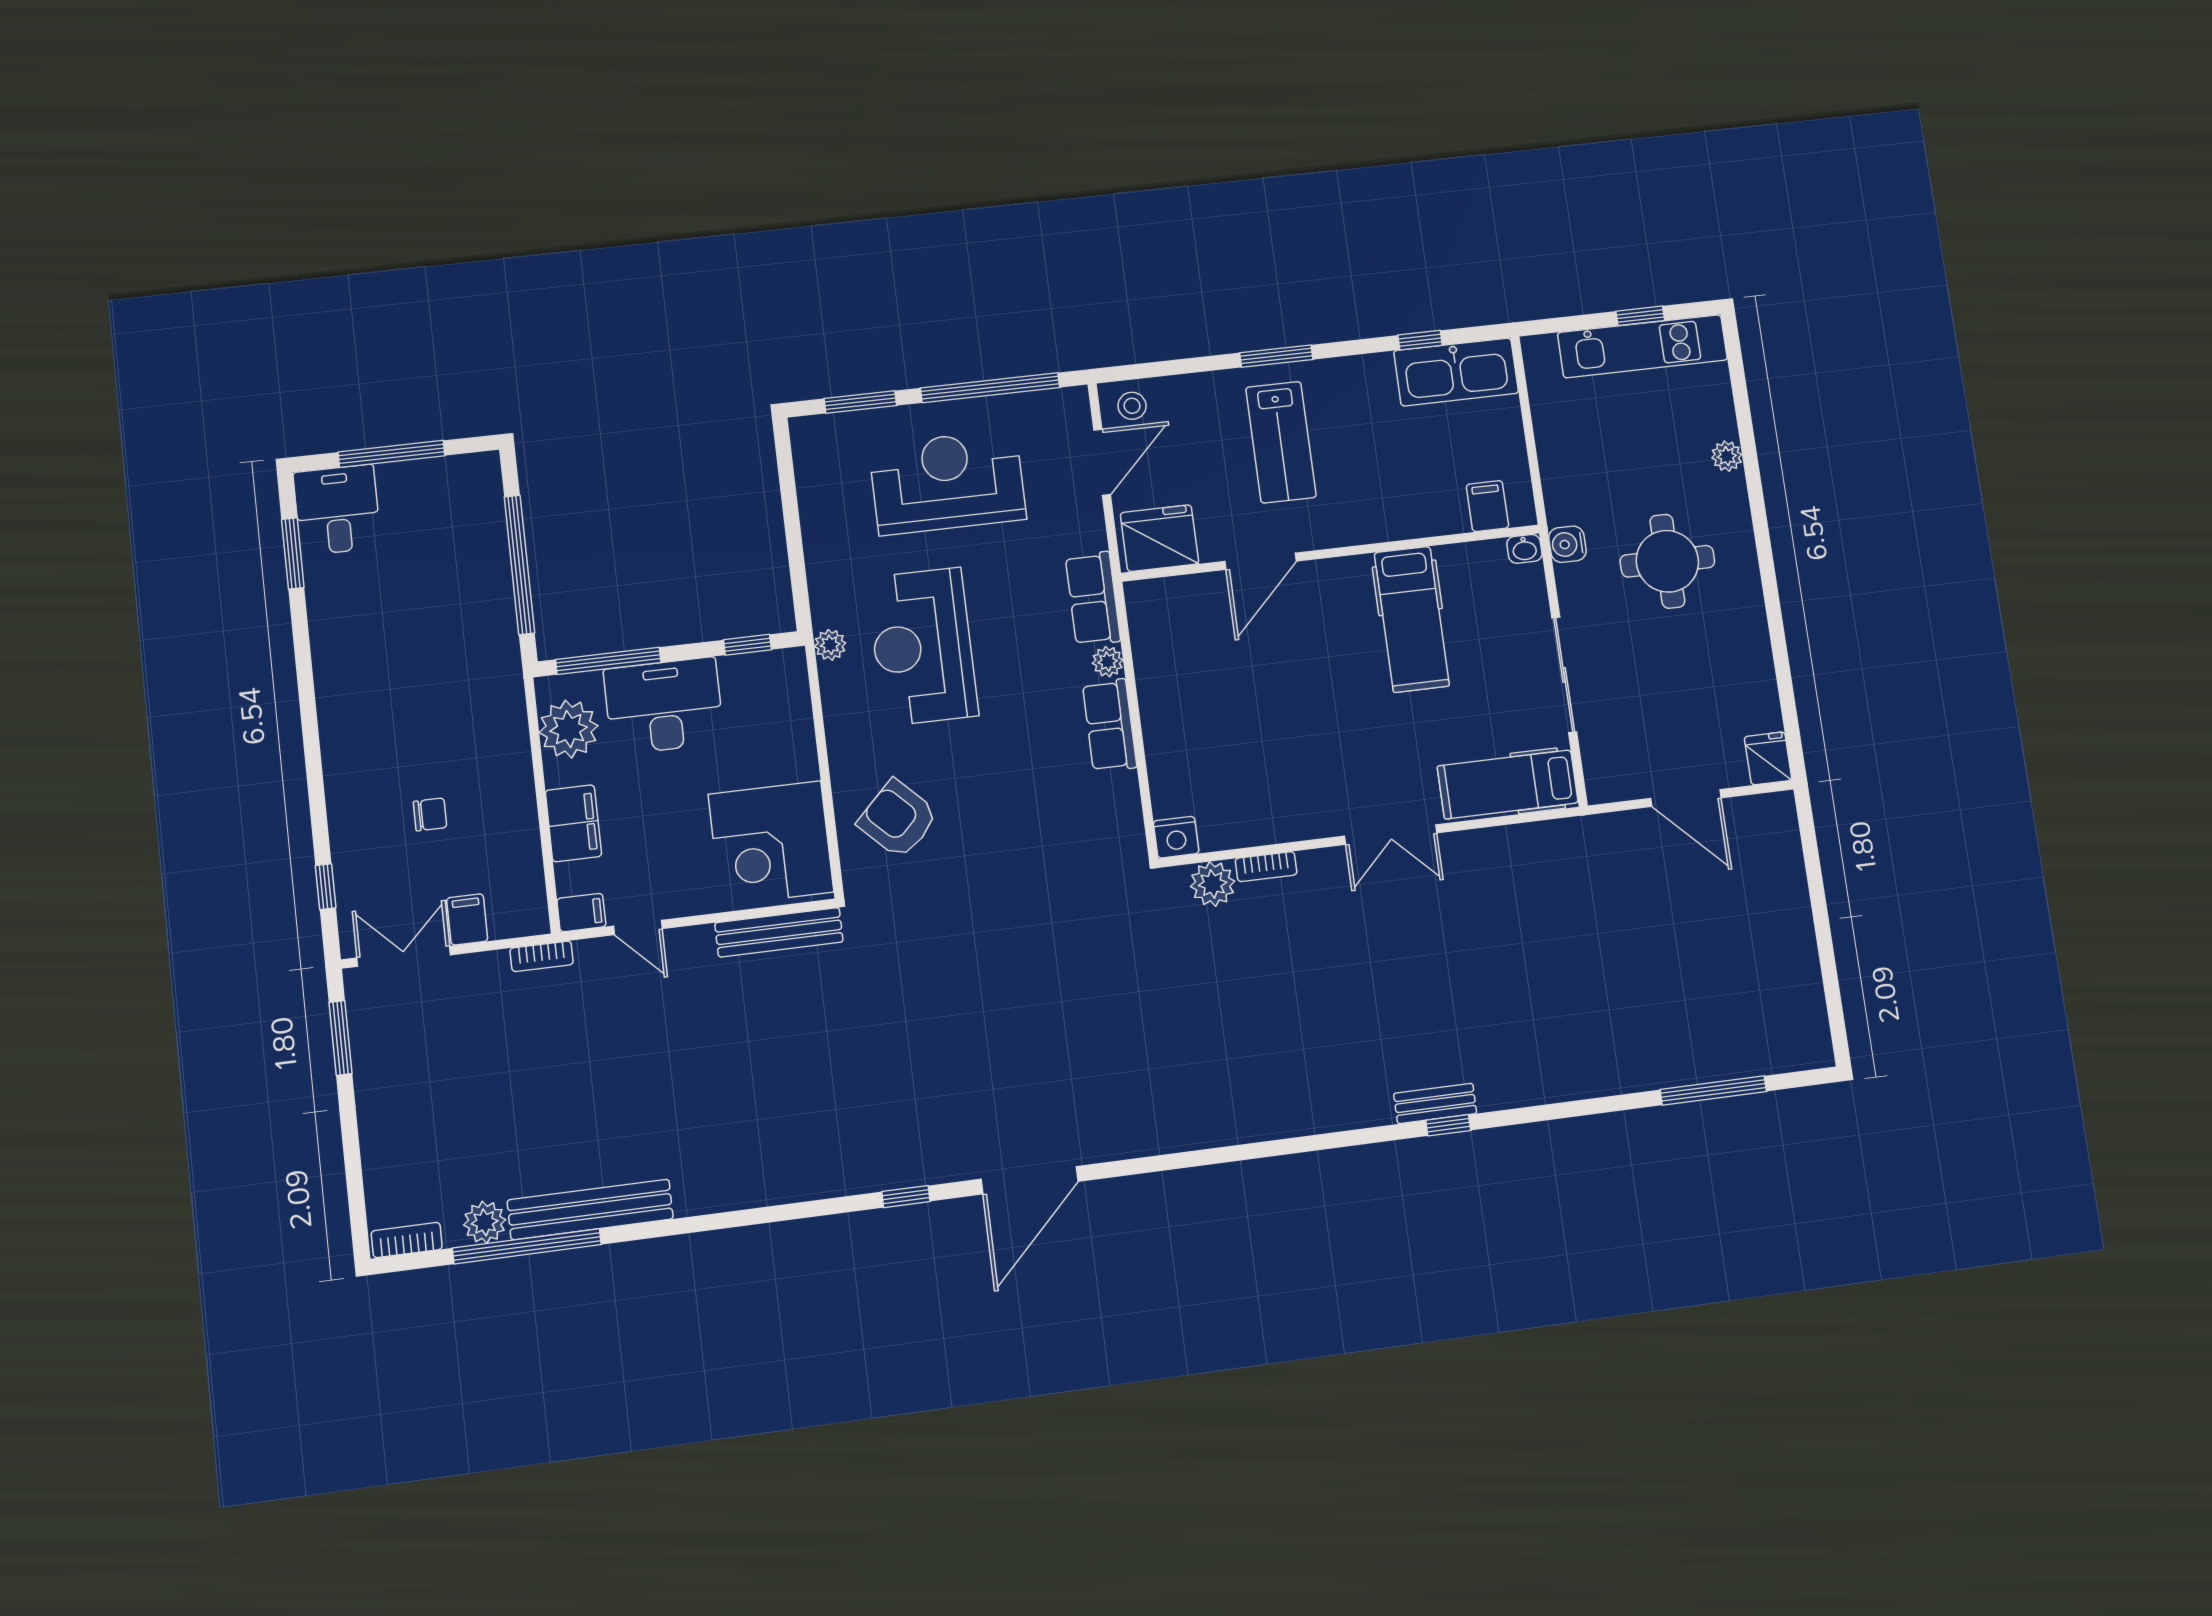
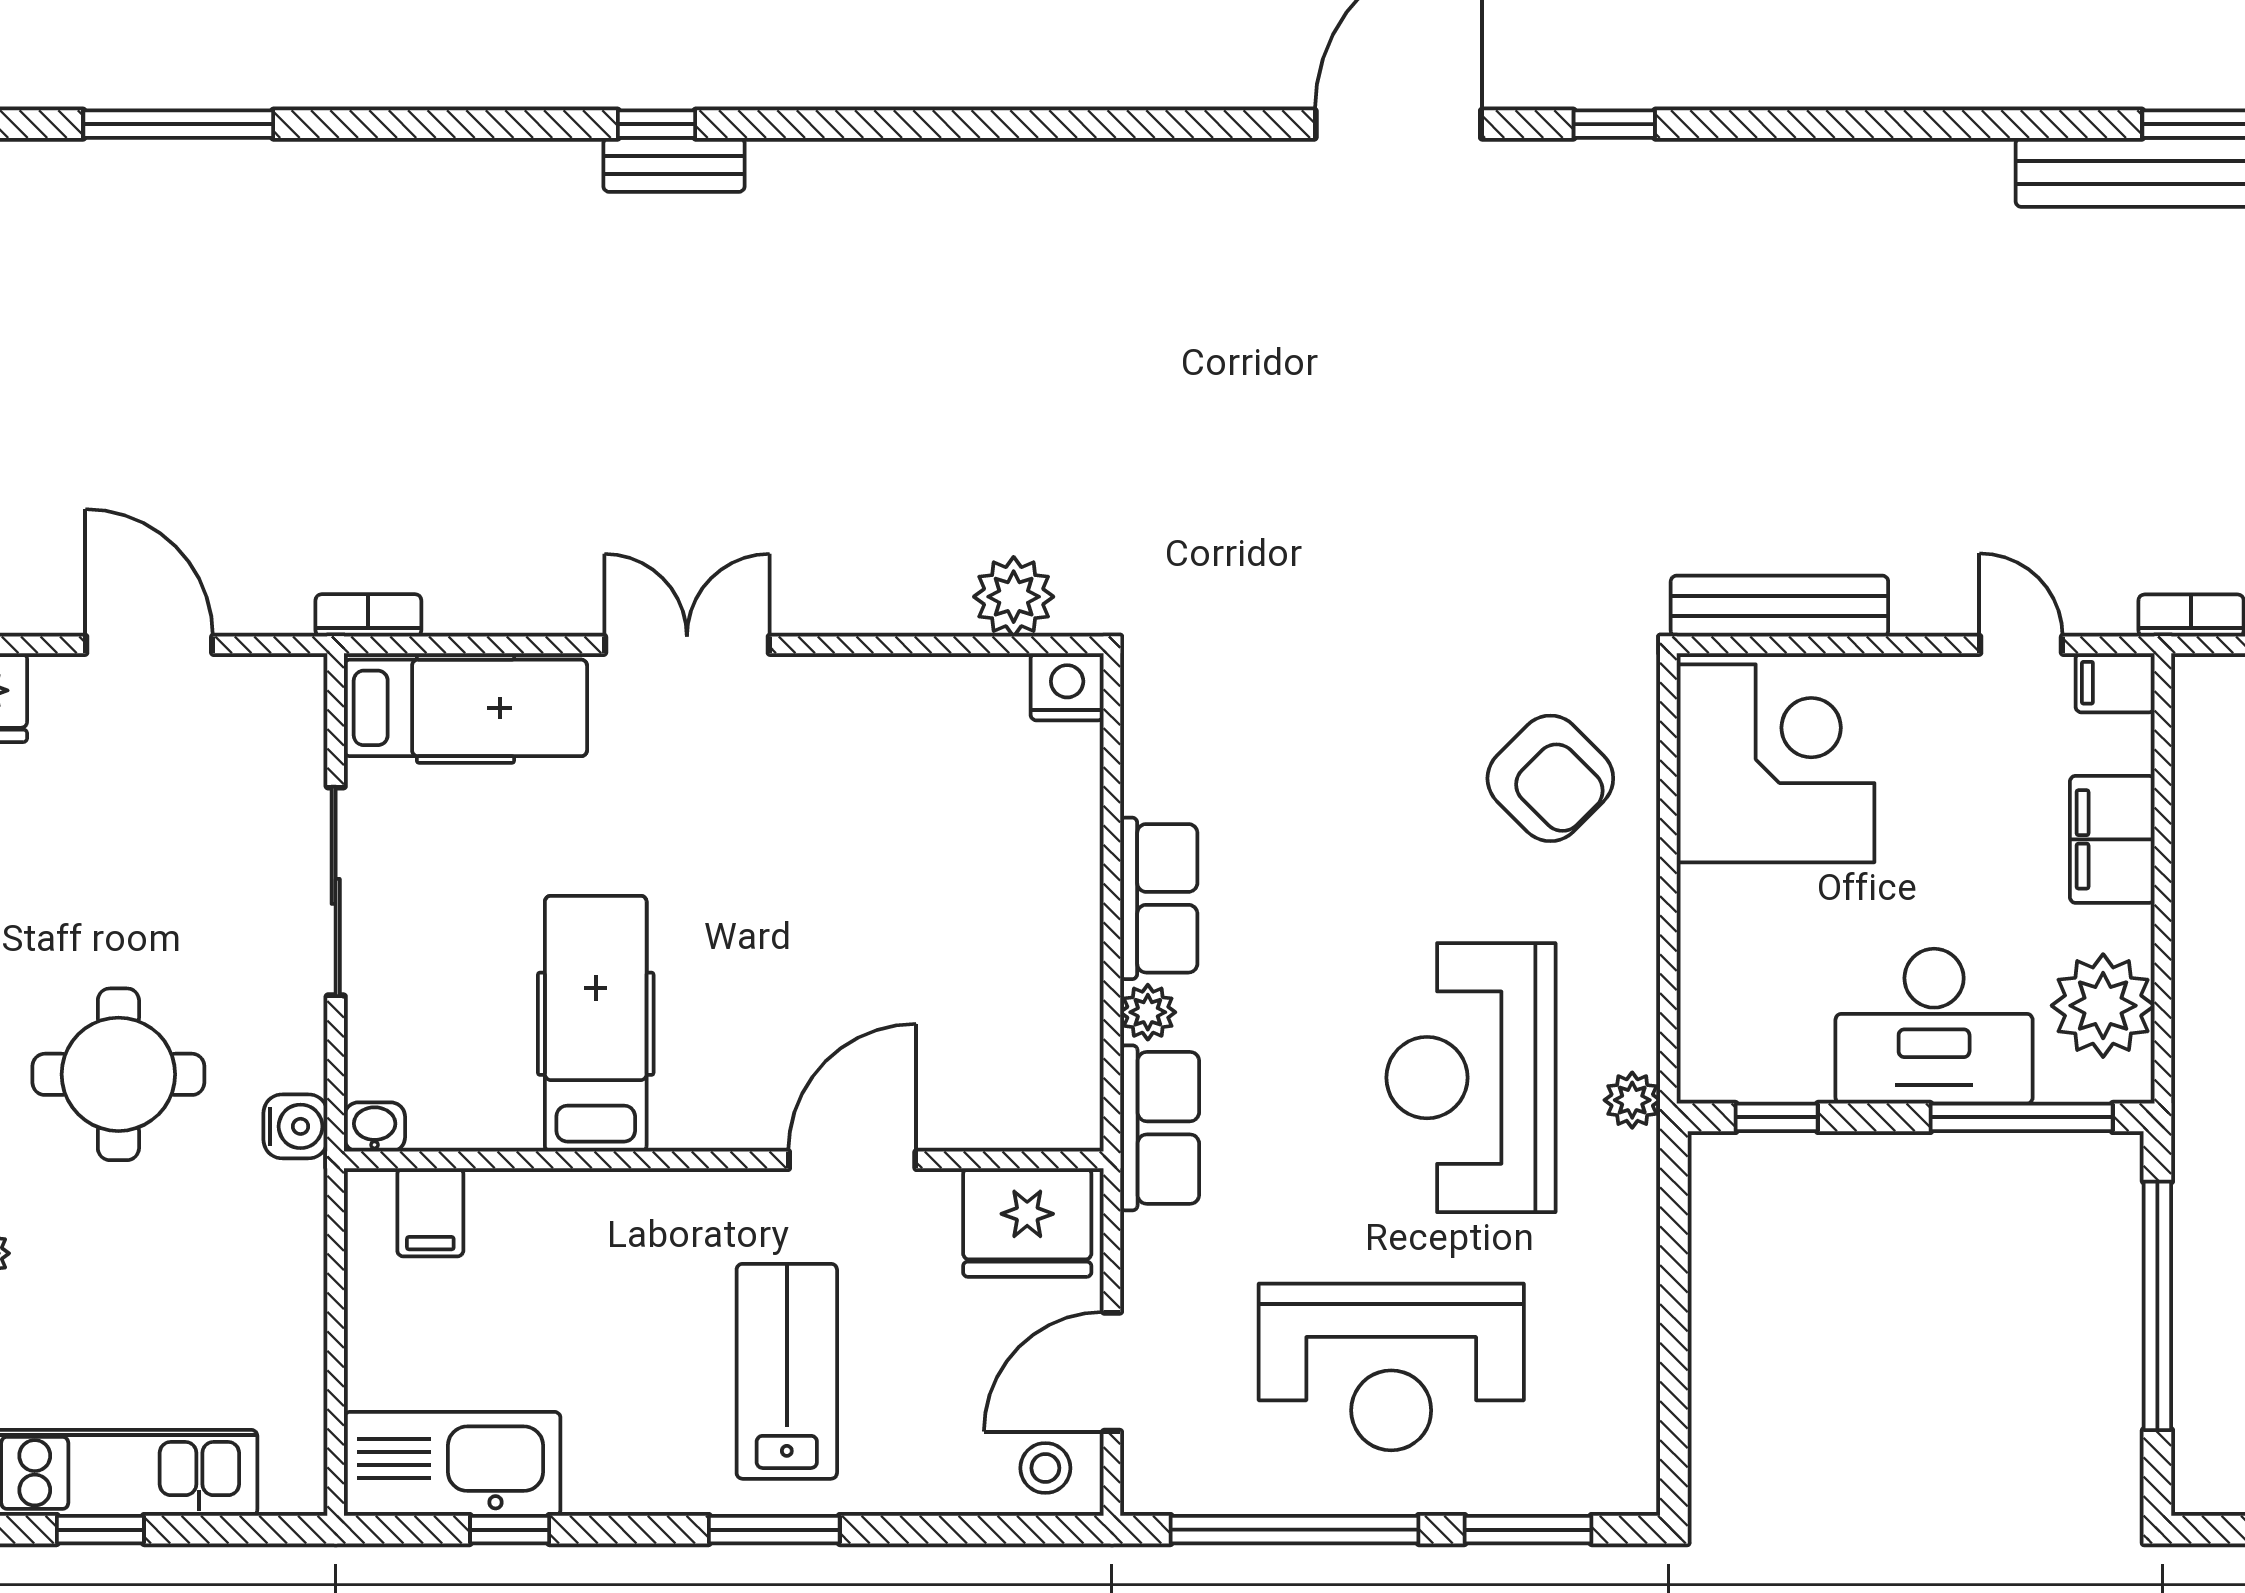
reception desk: (922, 647) -> (1471, 1078), turned 180
bookcase: (1266, 867) -> (368, 615), moved

